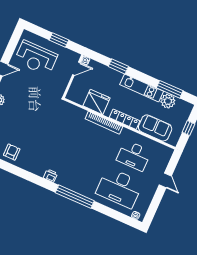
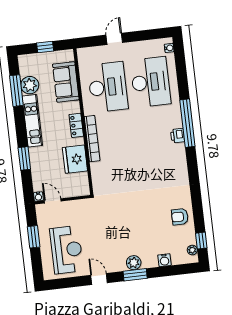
locker: (125, 119) -> (76, 125), width x0.66
desk: (134, 156) -> (108, 87), width x1.36, depth x1.30
printer: (50, 176) -> (178, 136), moved

